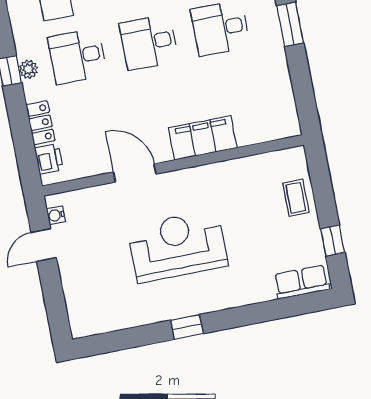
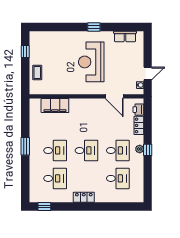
filing cabinet: (203, 138) -> (55, 106), moved
door: (135, 173) -> (114, 96), moved
reception desk: (178, 246) -> (91, 62), turned 90
row of seats: (302, 282) -> (125, 37), moved

